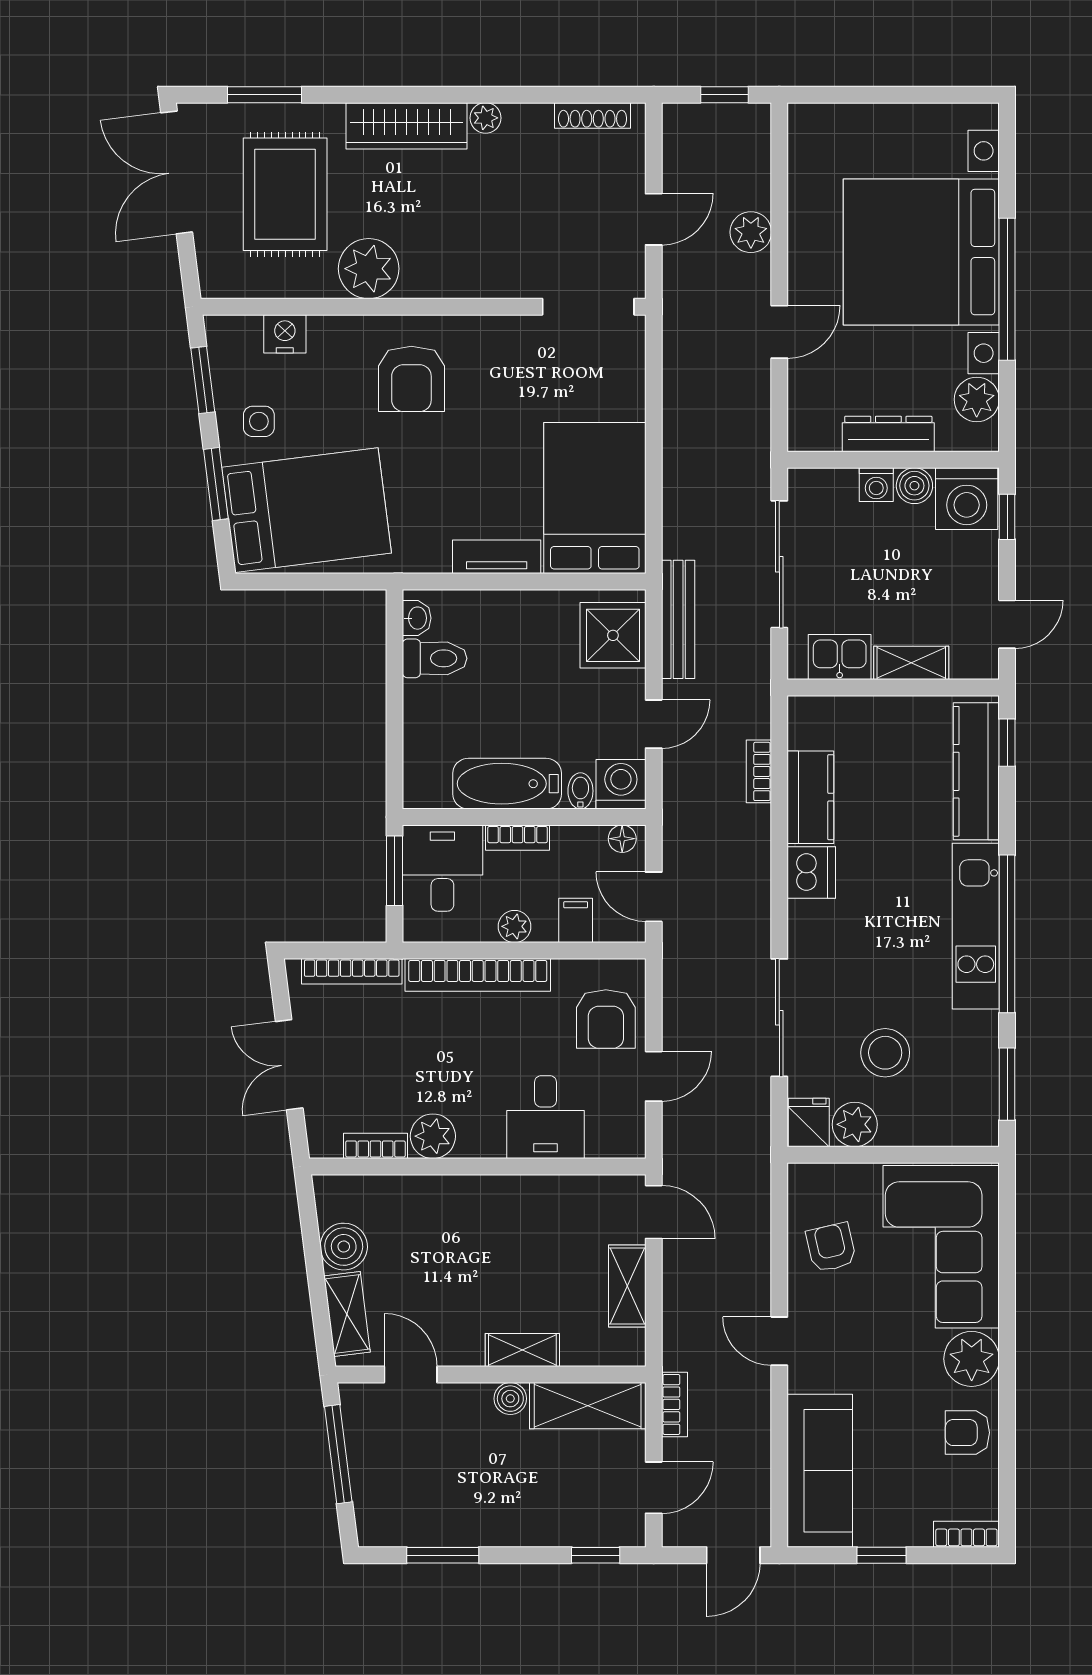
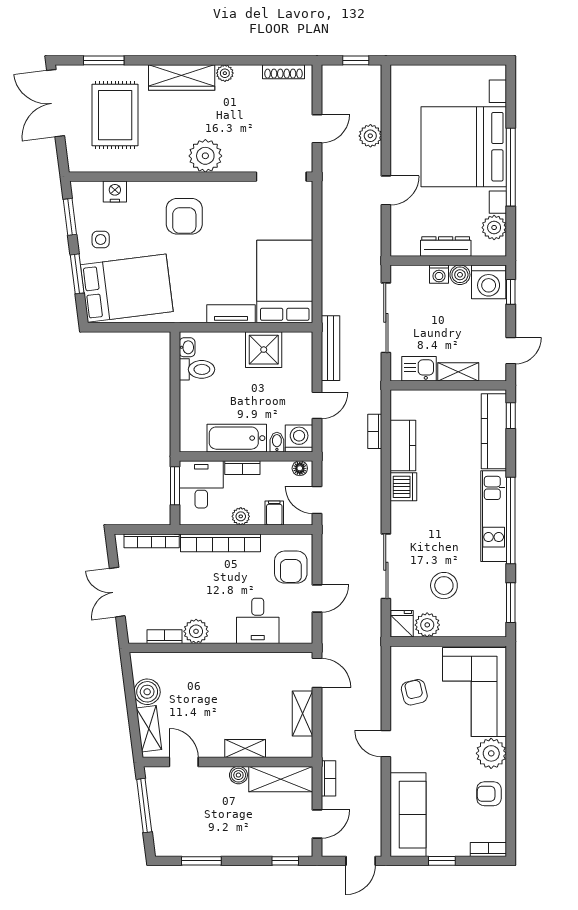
plant: (369, 269) -> (205, 156), moved
shower: (613, 635) -> (264, 350), moved

